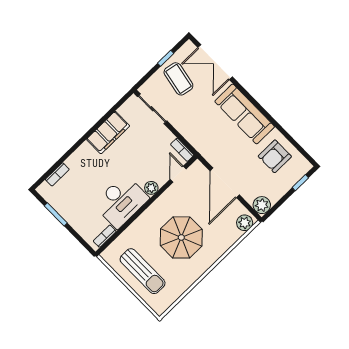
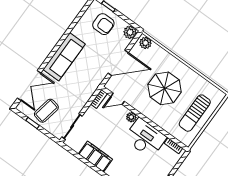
armchair: (275, 156) -> (103, 24), moved
sun lounger: (143, 271) -> (195, 113), turned 180

